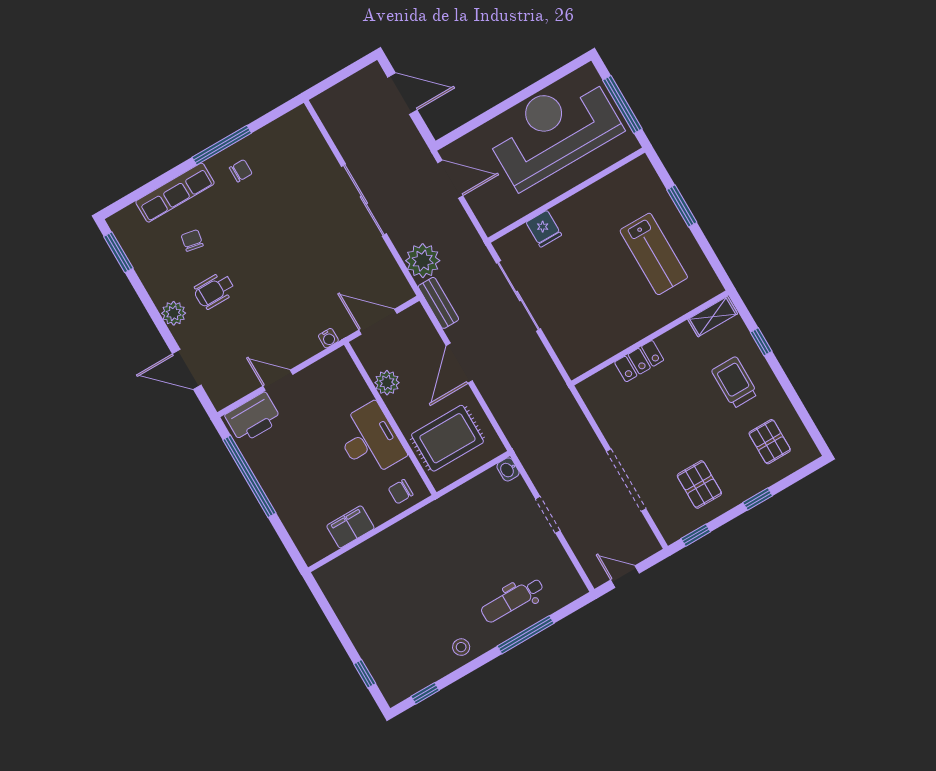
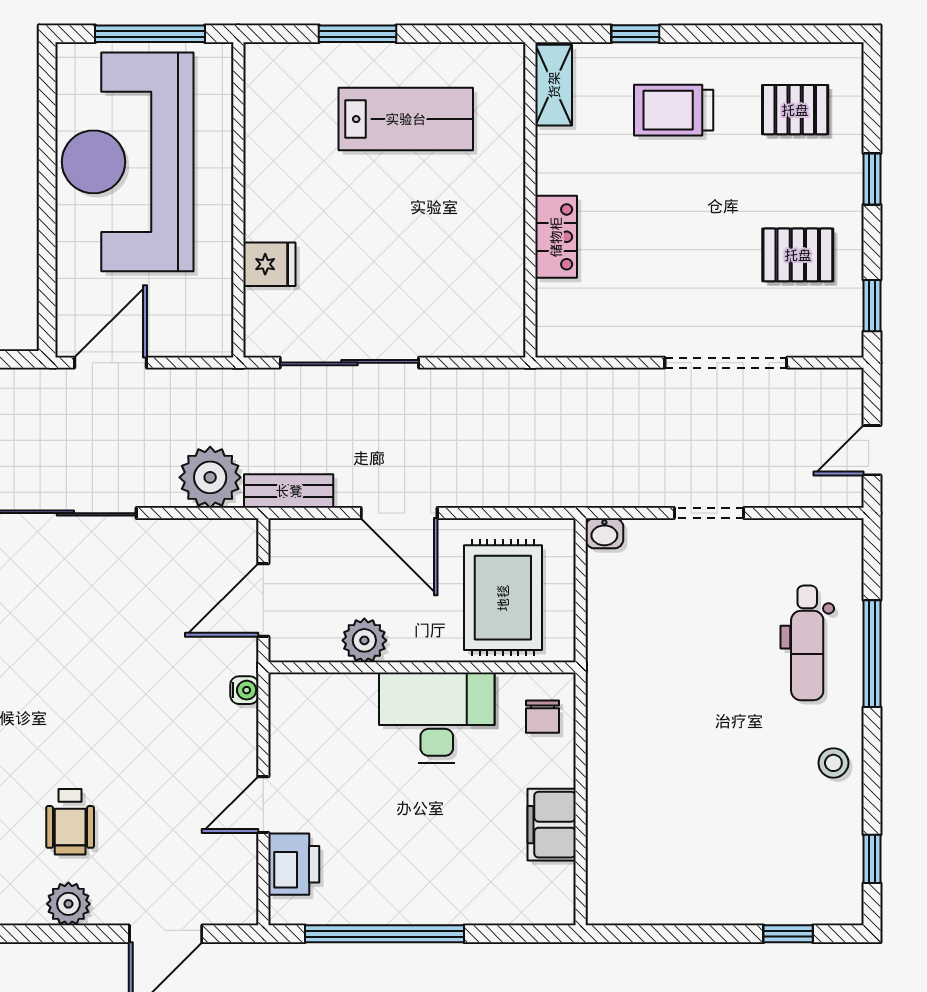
printer: (253, 418) -> (294, 864), width x0.73, depth x0.84

